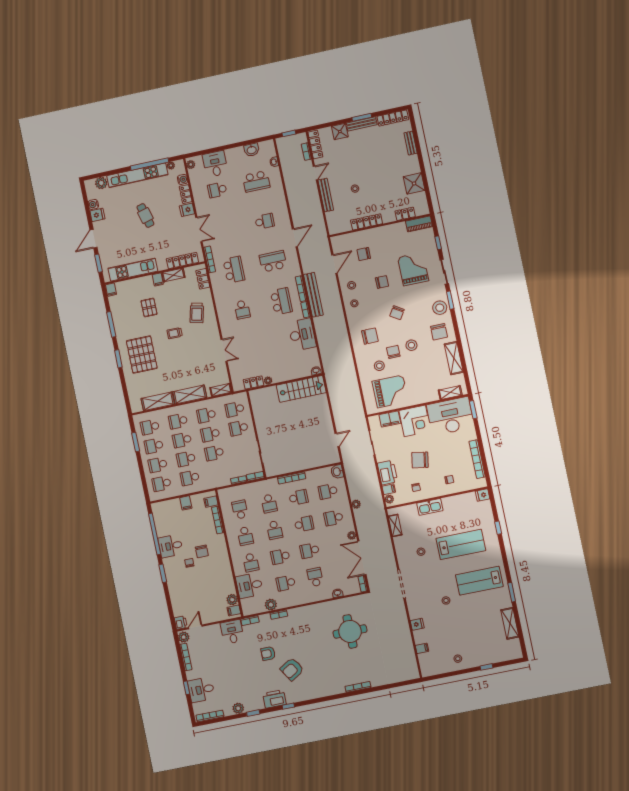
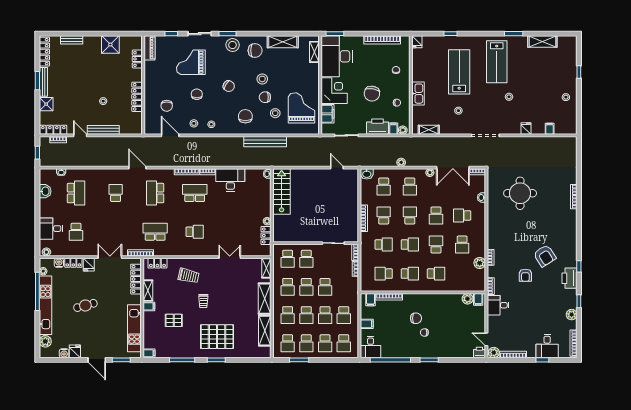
bench: (313, 295) -> (265, 142), moved
desk: (171, 546) -> (371, 347), moved
school desk: (280, 557) -> (436, 245), turned 180
desk: (249, 586) -> (458, 280), removed

